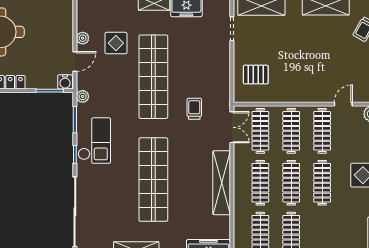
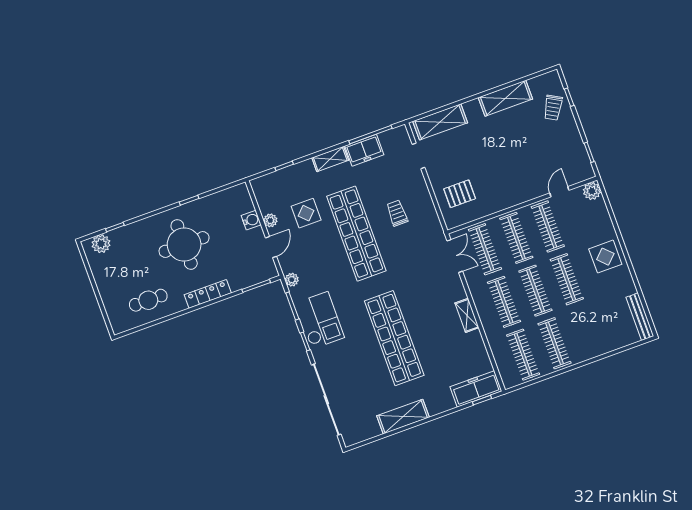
water cooler: (65, 82) -> (251, 220), moved, turned -90
trolley: (194, 109) -> (397, 213), moved
shelving: (222, 183) -> (467, 315), width x0.45, depth x0.75

